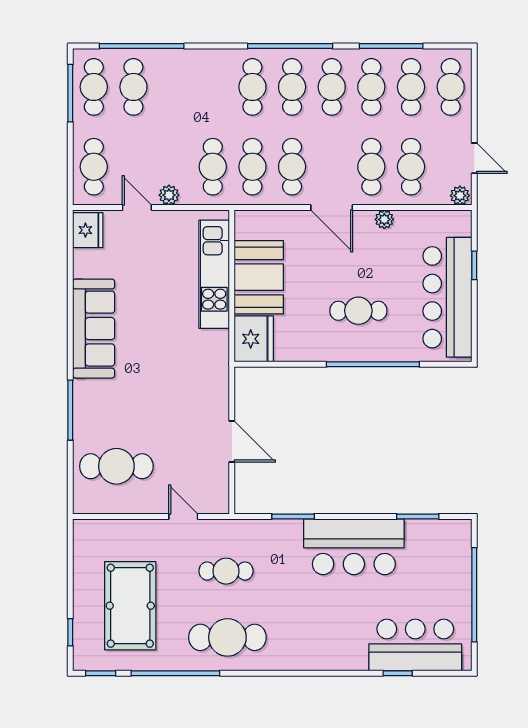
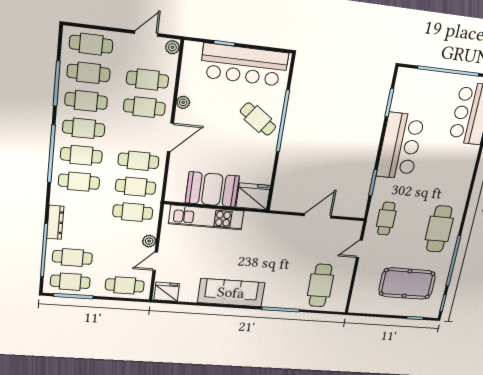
dresser: (187, 59) -> (55, 222), added
cafe table: (358, 311) -> (258, 119), moved, turned -55
cafe table: (226, 571) -> (386, 219), moved

